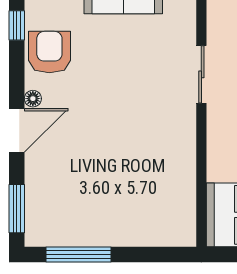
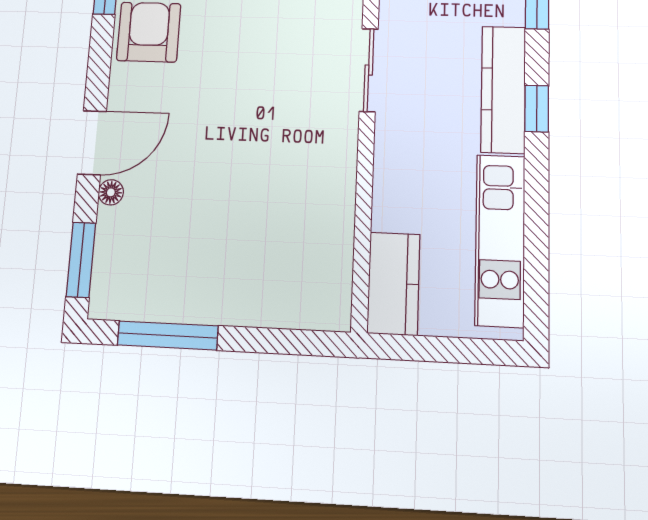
floor lamp: (33, 99) -> (111, 192), moved

